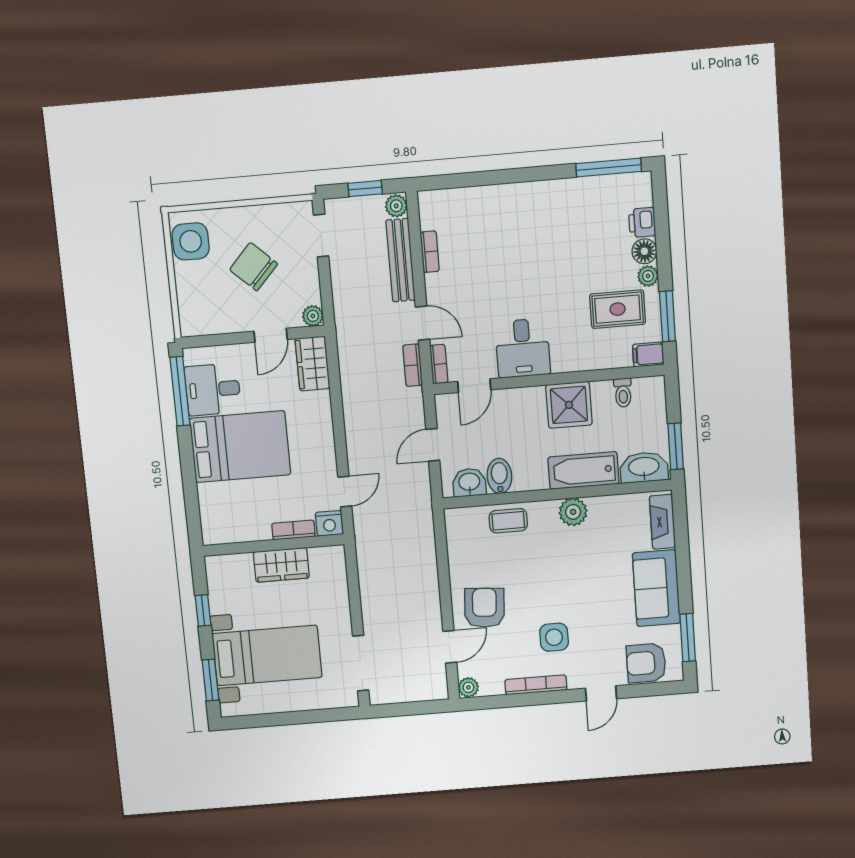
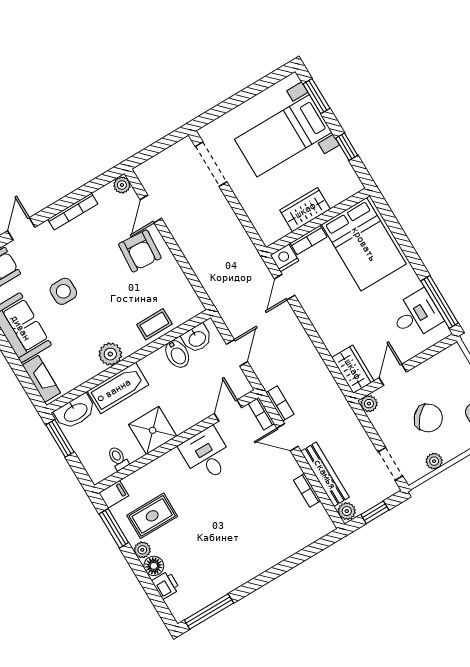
plant: (270, 214) -> (434, 461), added
bed: (240, 447) -> (364, 244), moved, turned -90
side table: (554, 637) -> (63, 291), moved

